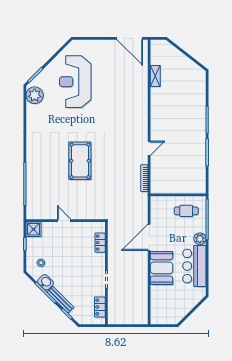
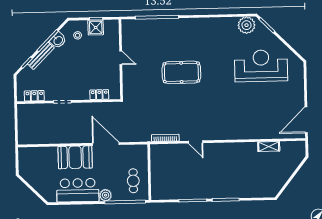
door: (64, 221) -> (121, 58), hinge flipped
shower: (34, 229) -> (96, 27), moved

